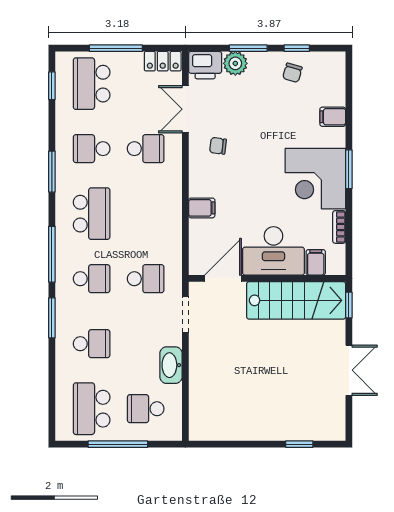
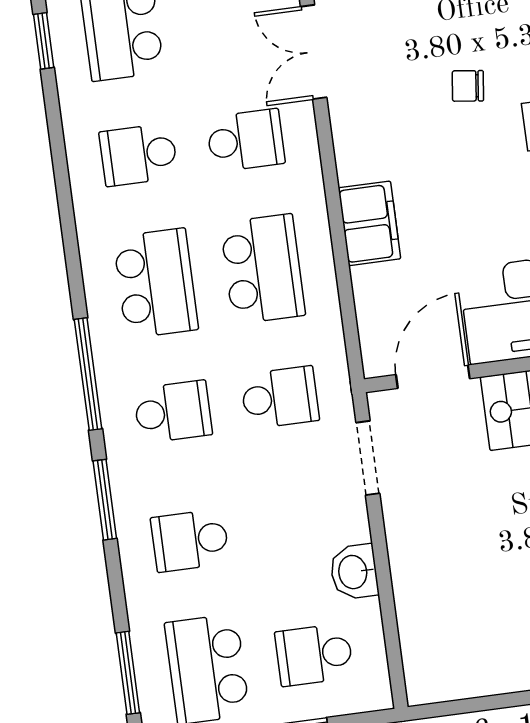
chair: (218, 146) -> (468, 86), moved
window: (52, 172) -> (128, 673), moved
filing cabinet: (202, 208) -> (369, 223), width x2.00
school desk: (146, 214) -> (263, 269), added
school desk: (92, 344) -> (190, 540), turned 180
washbasin: (171, 365) -> (354, 572), width x0.72

